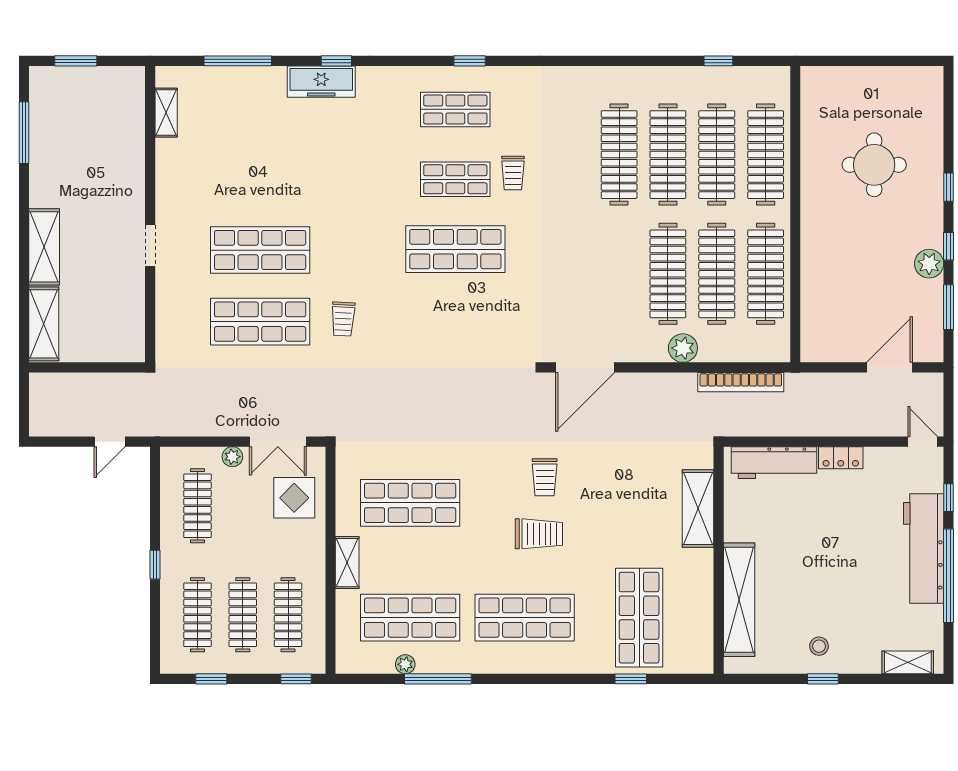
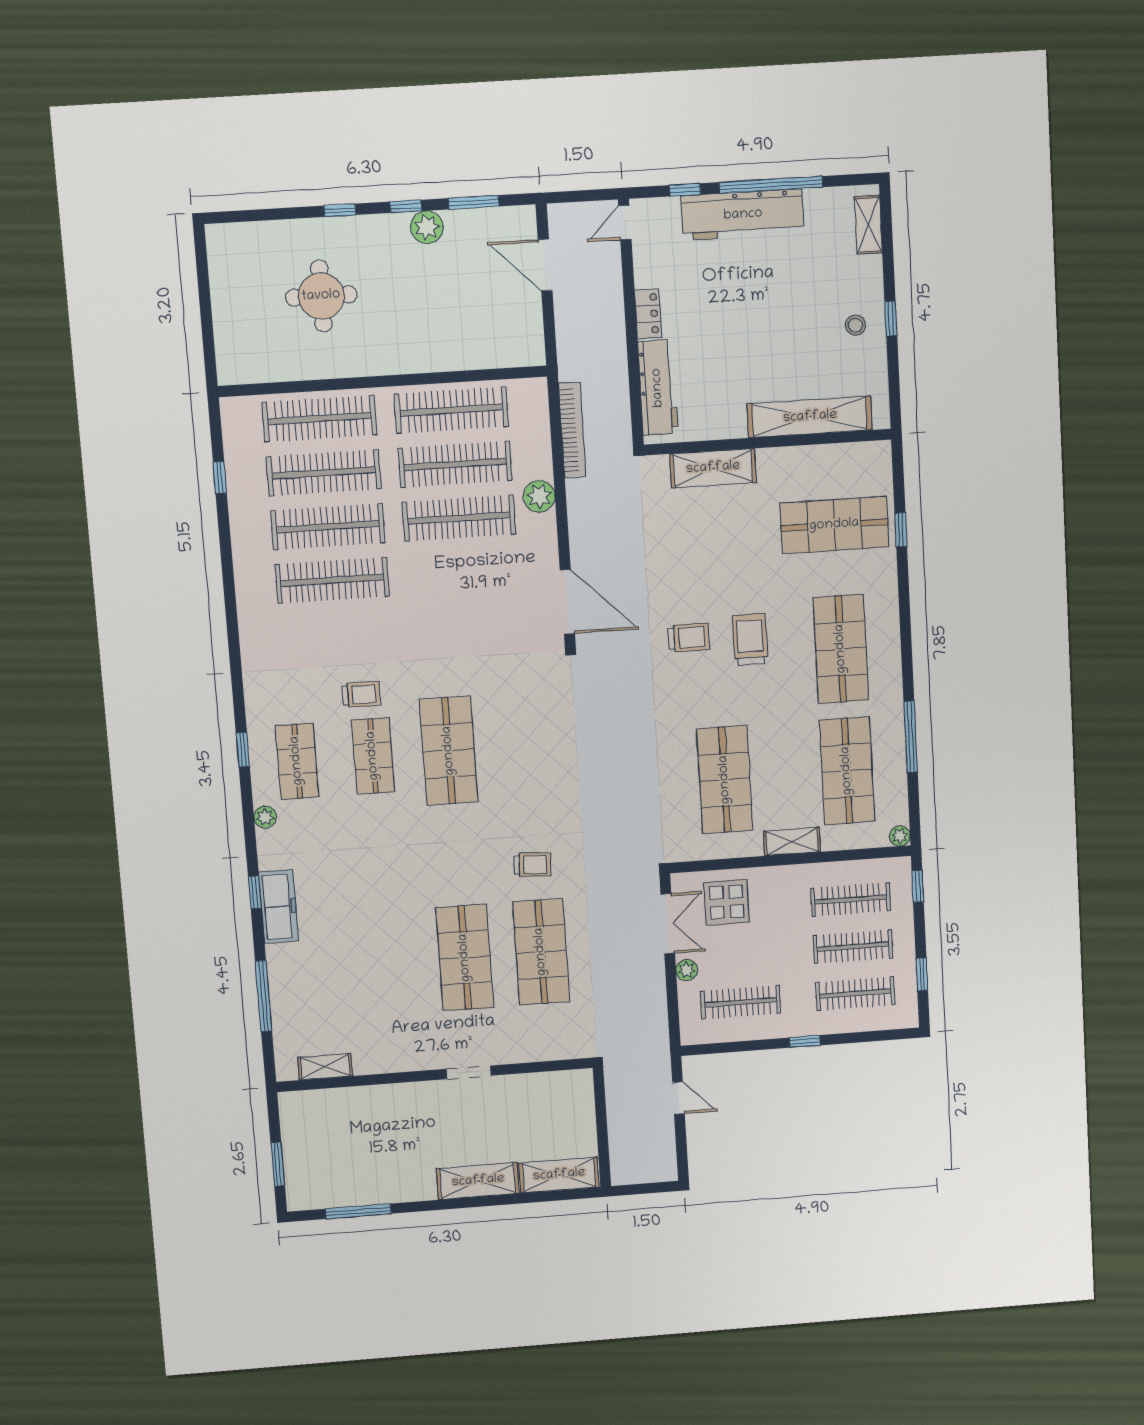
plant: (406, 76) -> (265, 817), added
plant: (405, 664) -> (900, 836), moved

